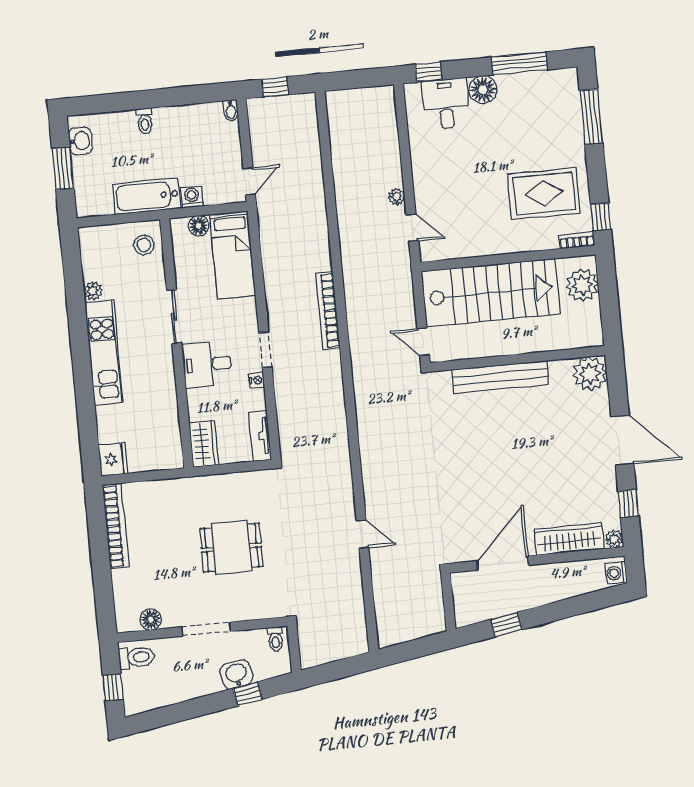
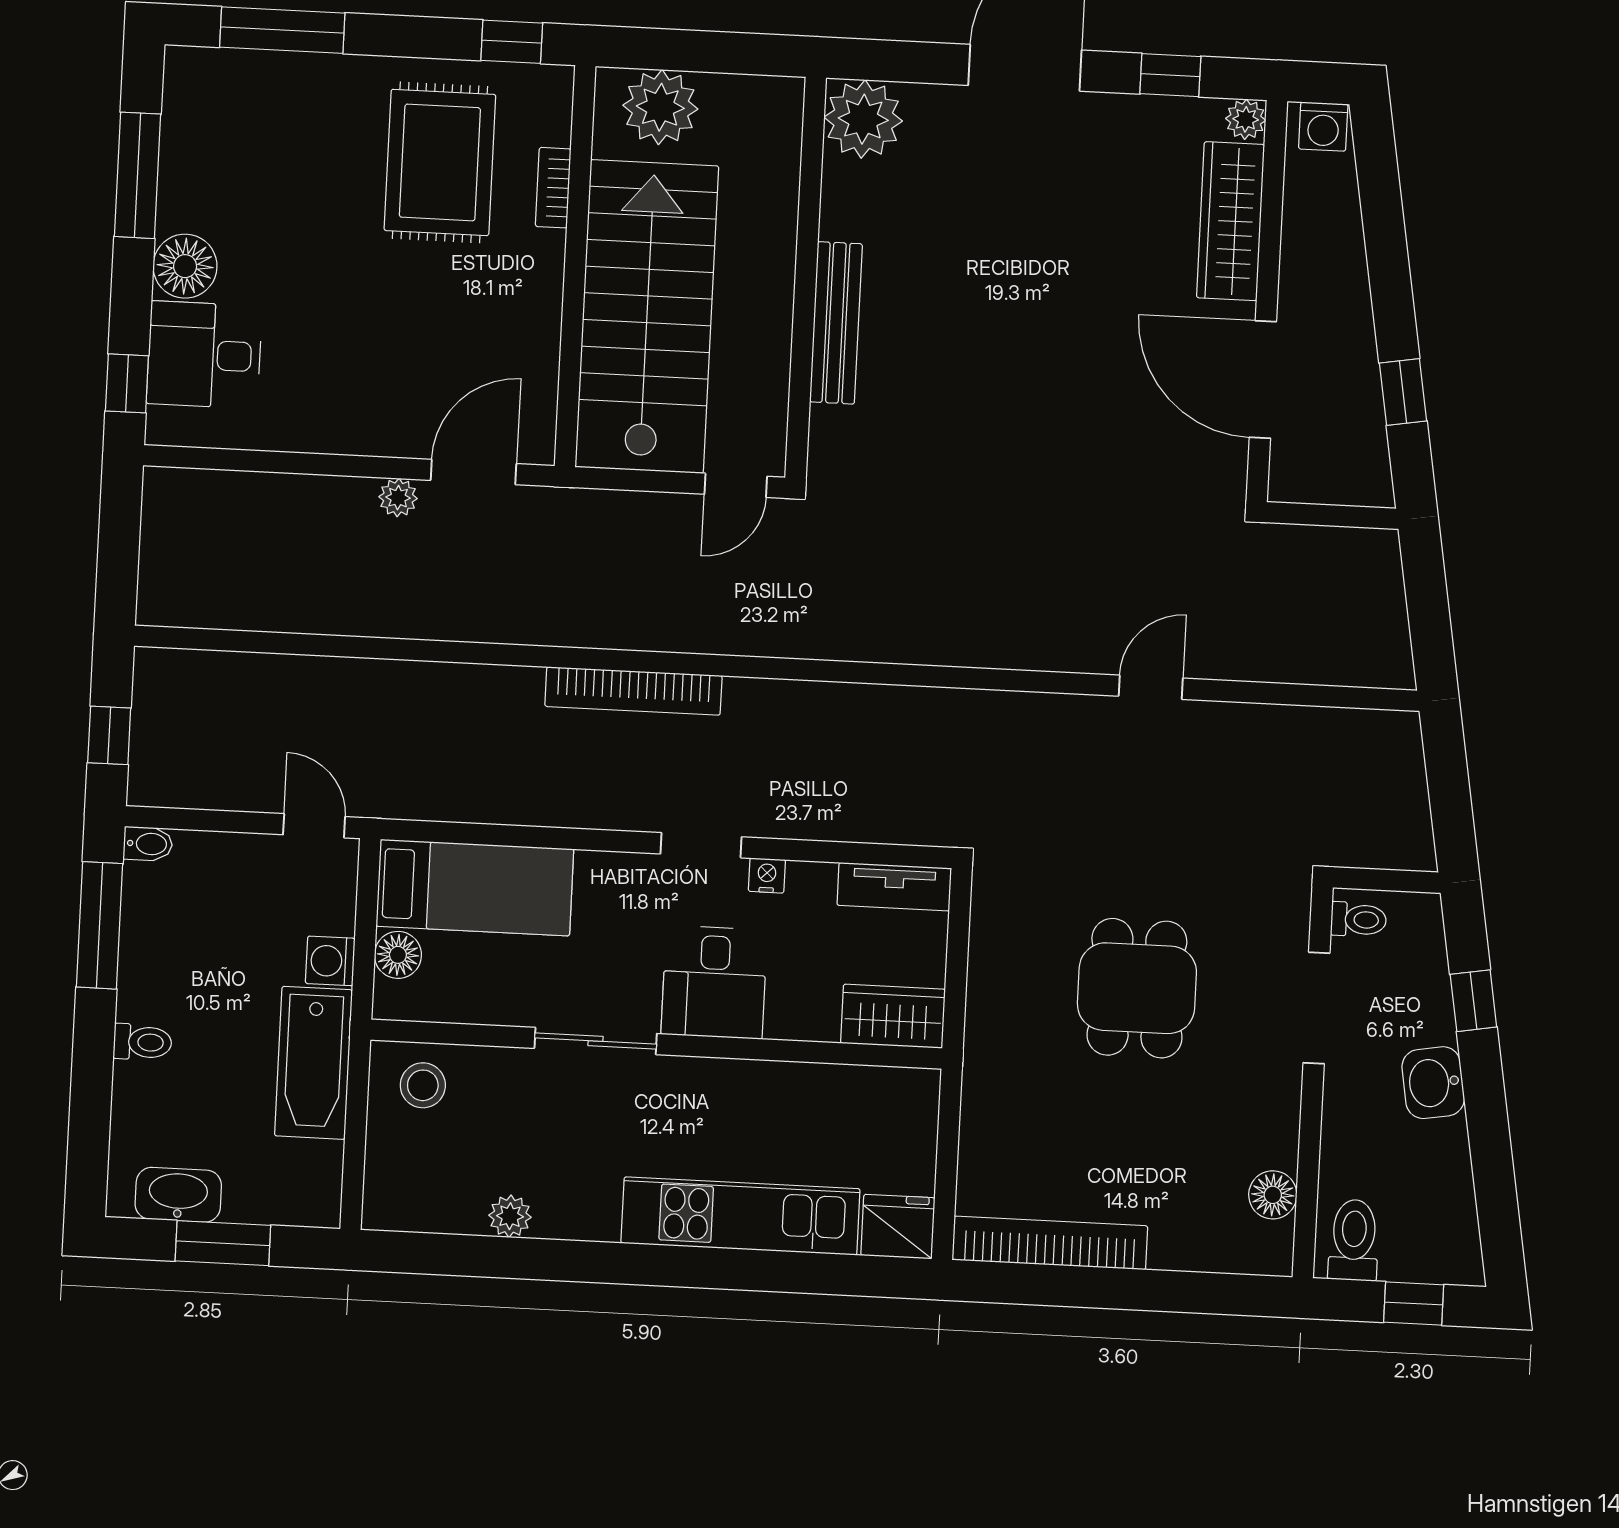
window: (192, 95) -> (100, 925), added
washbasin: (80, 141) -> (178, 1195), width x1.38
door: (412, 228) -> (473, 472), width x1.38
bookcase: (577, 240) -> (553, 188), moved
kitchen unit: (104, 353) -> (740, 1216), moved
bench: (500, 377) -> (836, 323), width x0.73, depth x0.82
doorway: (206, 629) -> (1316, 1008), moved
washbasin: (236, 674) -> (1433, 1083), moved

